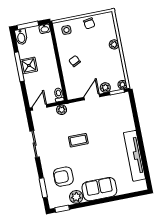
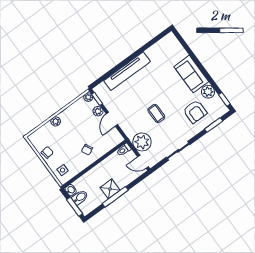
bidet: (21, 37) -> (80, 197), moved
door: (92, 97) -> (112, 119), hinge flipped
plant: (62, 110) -> (142, 142), width x1.88, depth x1.88
tv unit: (134, 156) -> (127, 71), moved

